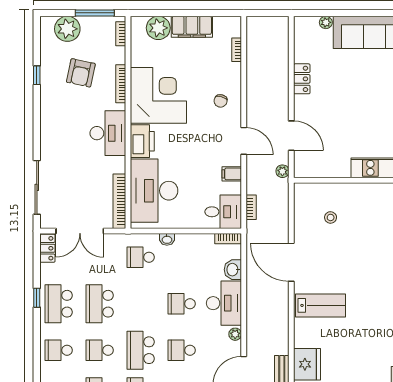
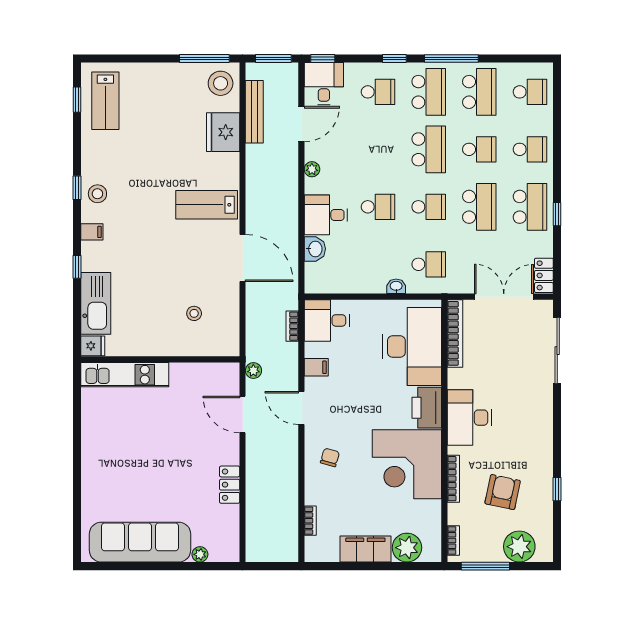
bookcase: (228, 239) -> (321, 287), removed
desk: (224, 303) -> (326, 215), width x0.73
school desk: (182, 350) -> (429, 207), moved

